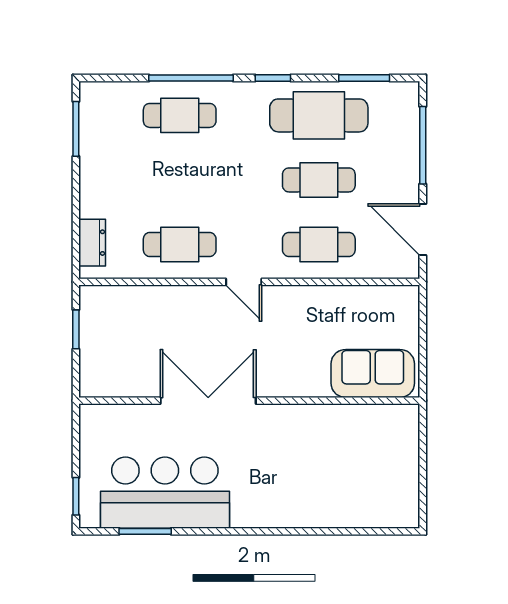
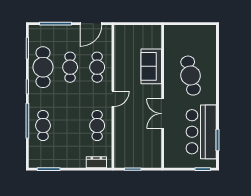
sofa: (373, 373) -> (151, 66), moved
double door: (208, 401) -> (163, 114), width x0.73
cafe table: (299, 467) -> (191, 76), added

